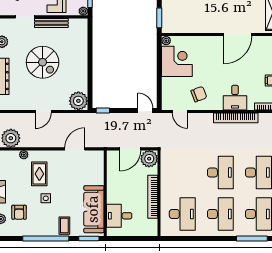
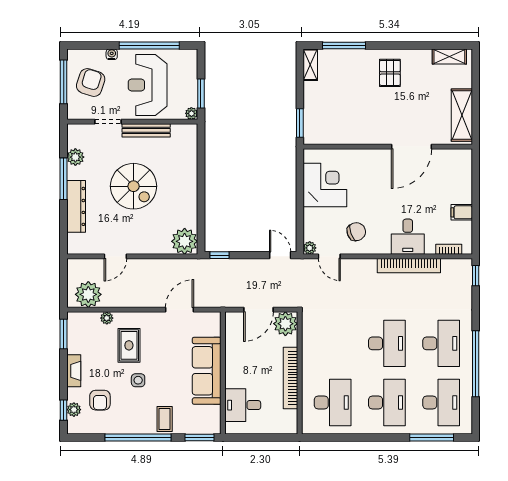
plant: (166, 41) -> (310, 248), moved
door: (43, 111) -> (115, 256), moved
sofa: (94, 209) -> (207, 371), moved

